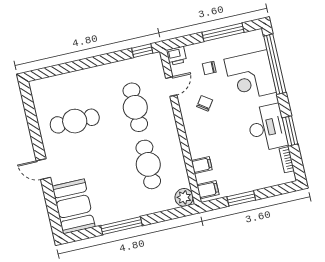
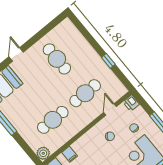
window: (142, 51) -> (108, 61), moved
door: (171, 87) -> (110, 110), swing flipped

